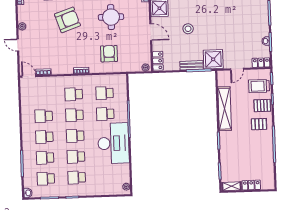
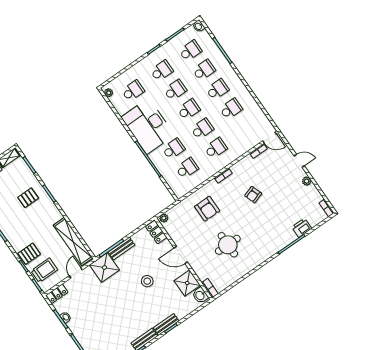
armchair: (67, 20) -> (253, 195), moved, width x0.53, depth x0.53
shelving: (225, 109) -> (73, 242), moved
pallet: (259, 124) -> (28, 198), moved
school desk: (107, 176) -> (133, 91), added

